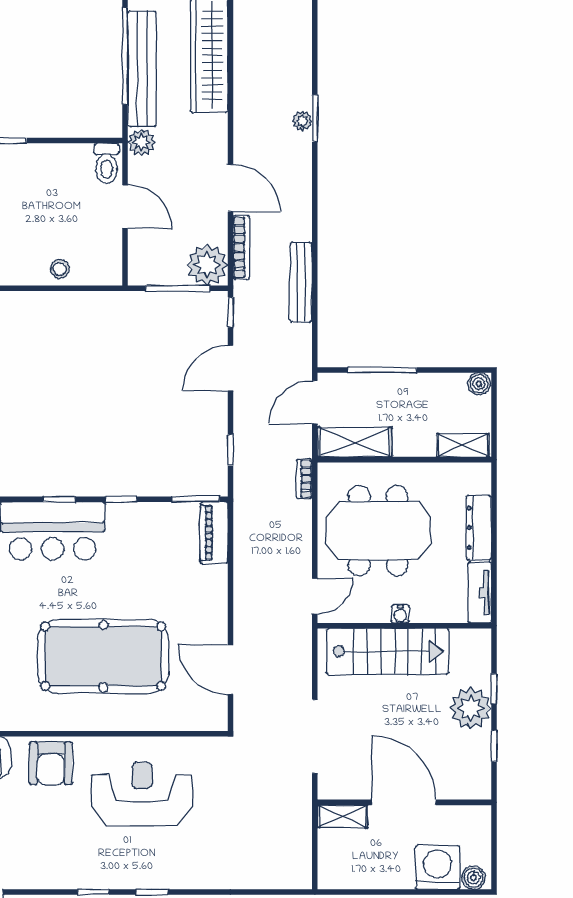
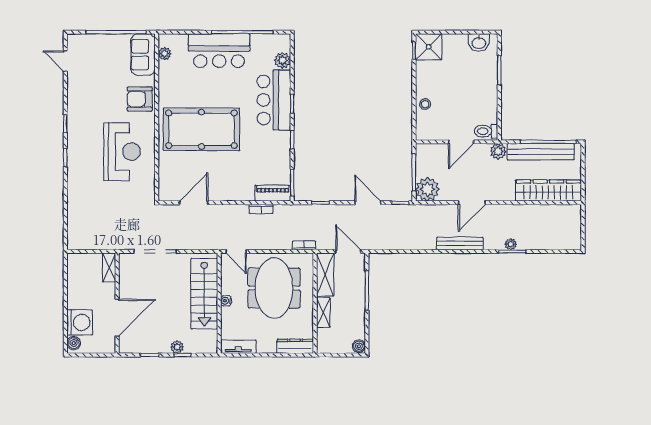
bookcase: (241, 247) -> (261, 209), moved, width x0.64
bench: (301, 282) -> (460, 244), moved
shelving: (463, 445) -> (323, 312), moved
dresser: (479, 528) -> (295, 346), moved
pool table: (103, 656) -> (201, 129), turned 90
plant: (471, 708) -> (177, 347), width x0.53, depth x0.53
door: (404, 802) -> (117, 318), moved

